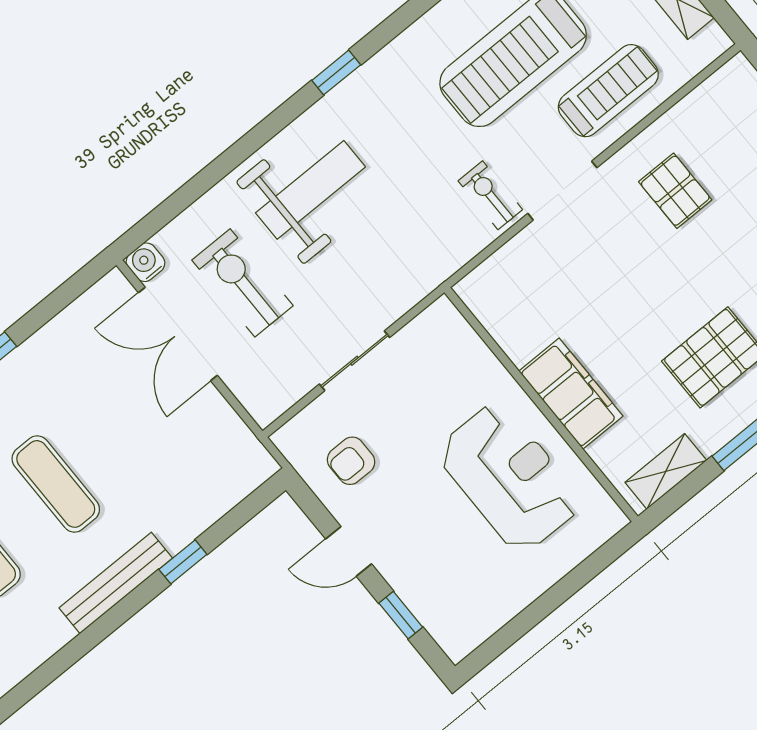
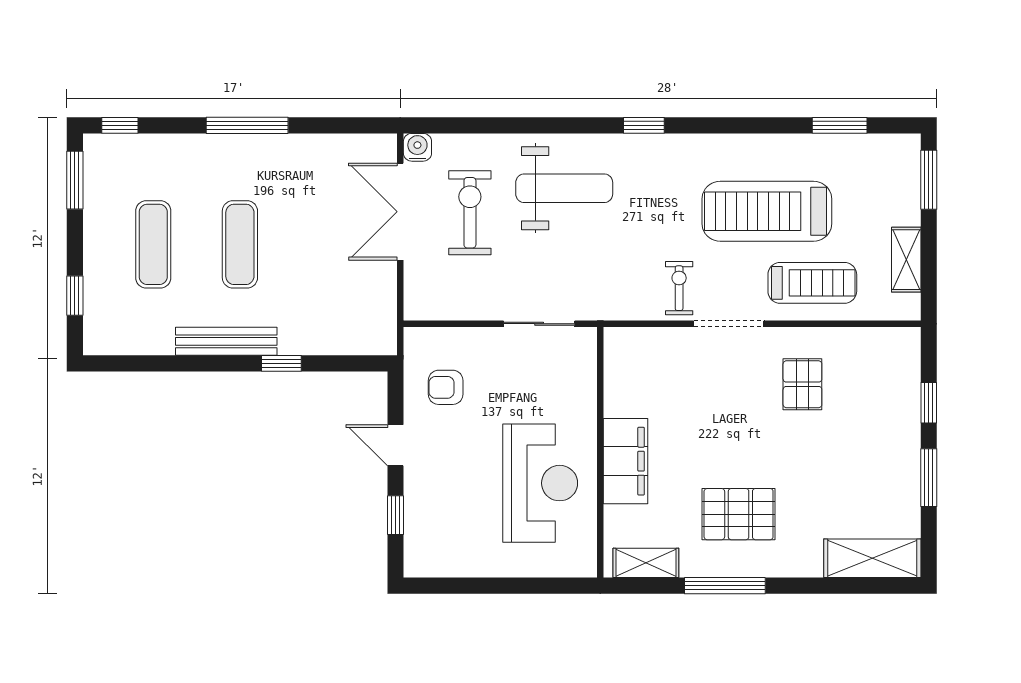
sliding door: (355, 361) -> (539, 324), moved

